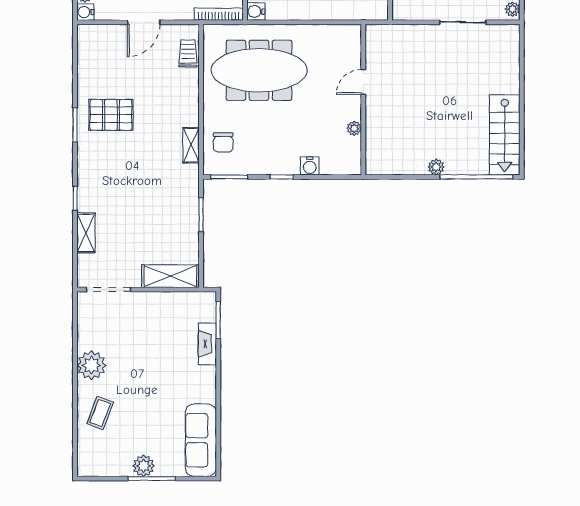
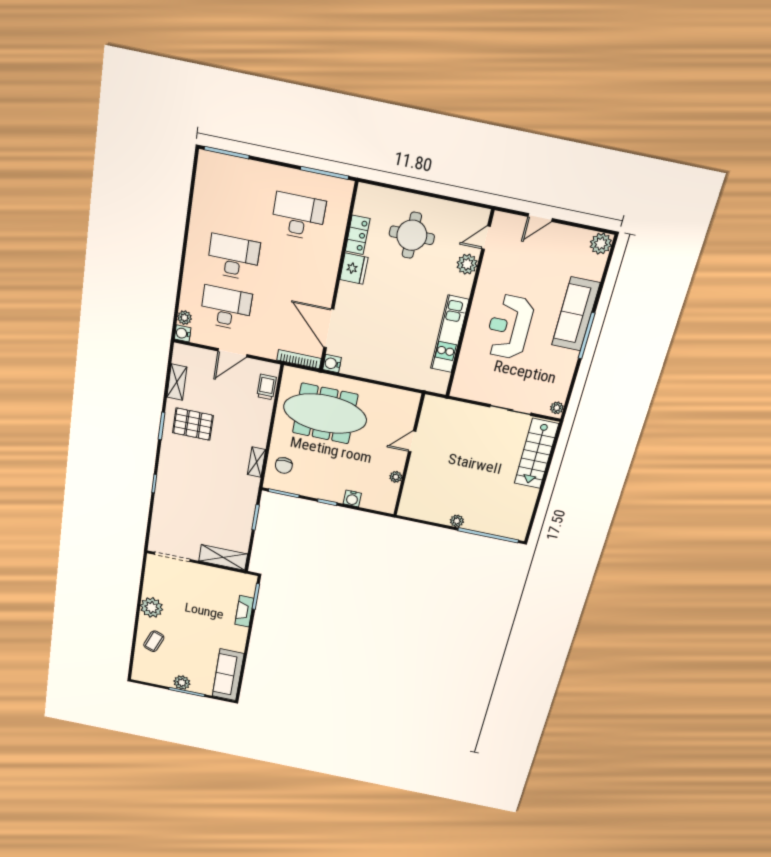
stairs: (505, 135) -> (536, 454), moved
shelving: (86, 233) -> (177, 382), moved

